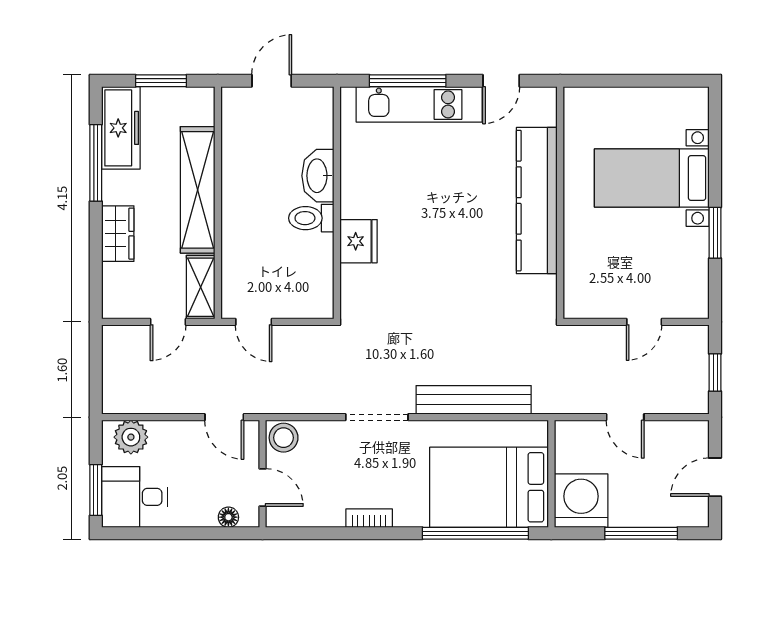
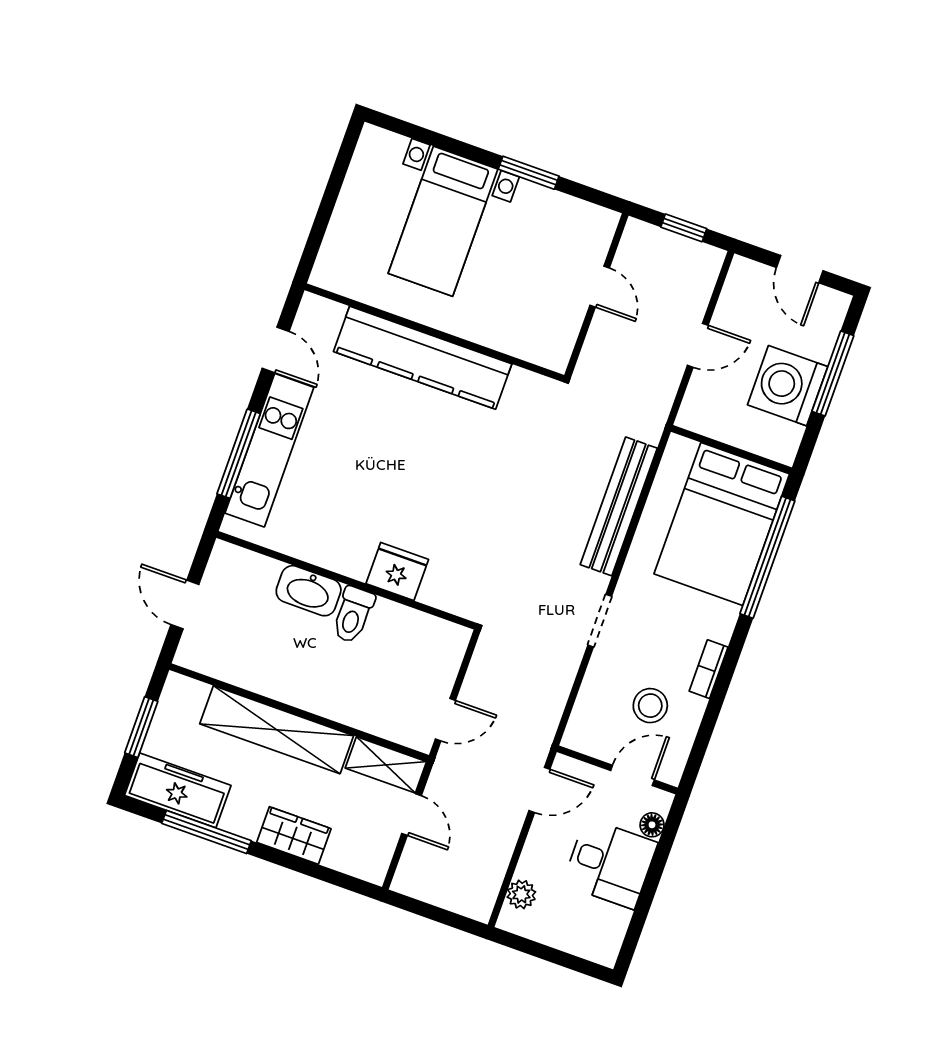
doorway: (377, 417) -> (600, 621), width x0.73
plant: (131, 437) -> (521, 894), width x0.73, depth x0.73
stool: (284, 438) -> (650, 706), moved
window: (96, 490) -> (569, 961), removed
desk: (134, 497) -> (610, 863), moved, turned -90
washing machine: (581, 501) -> (788, 386), moved

